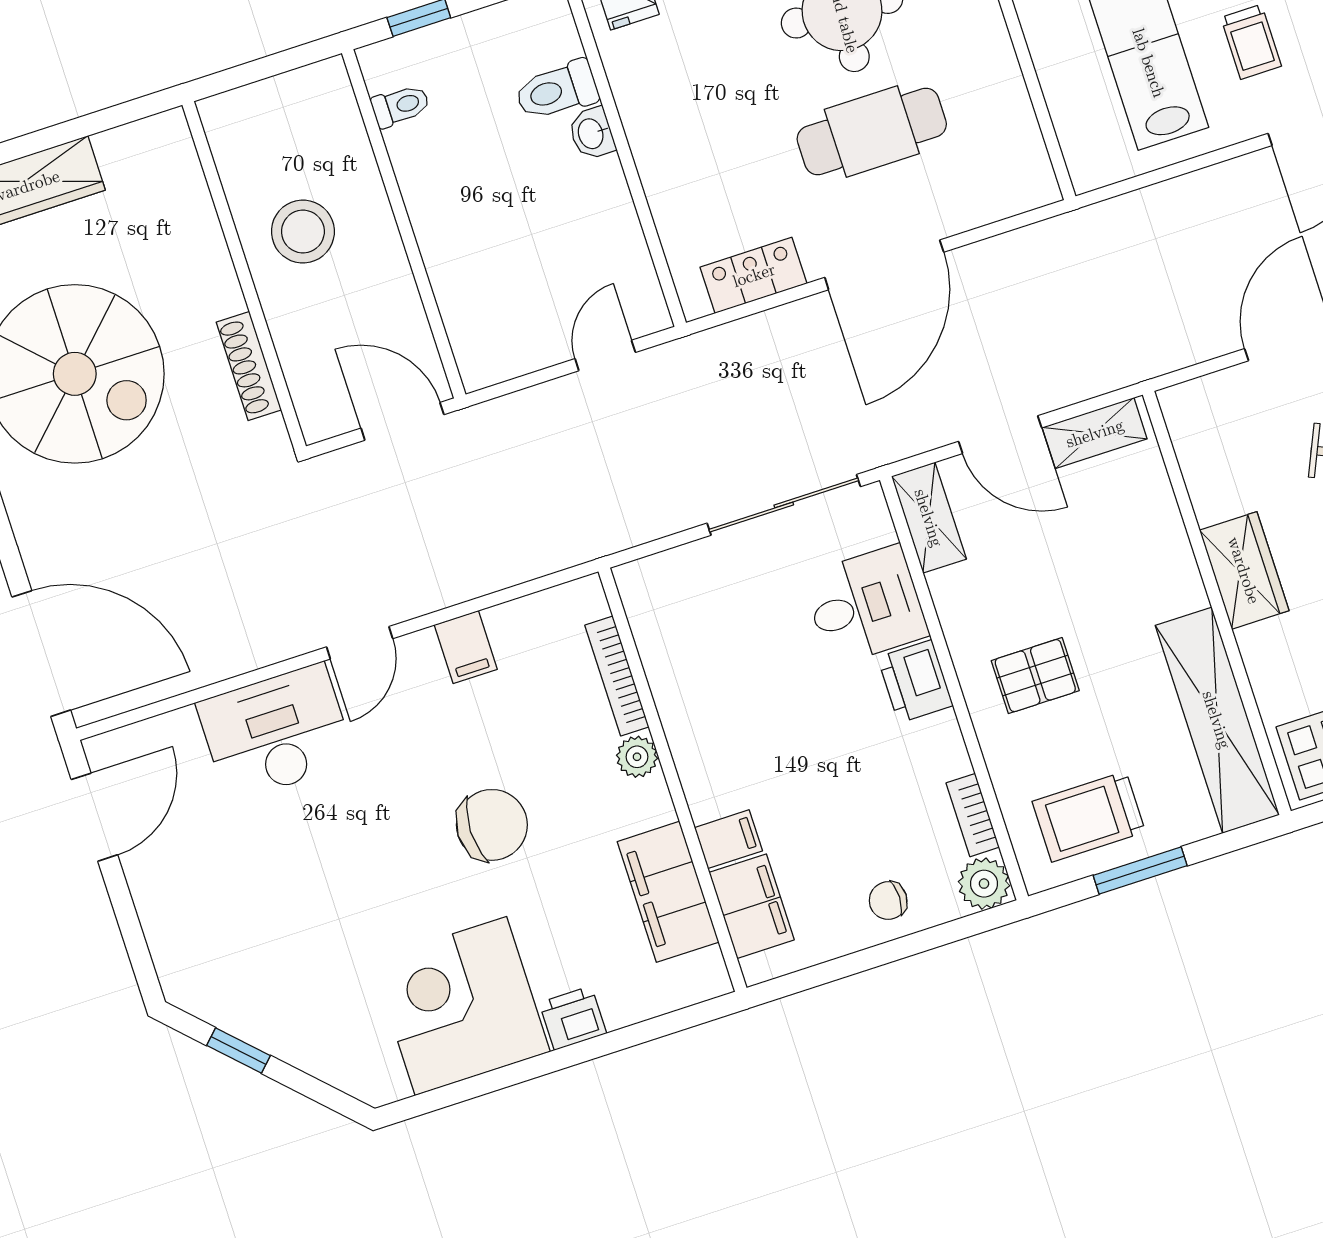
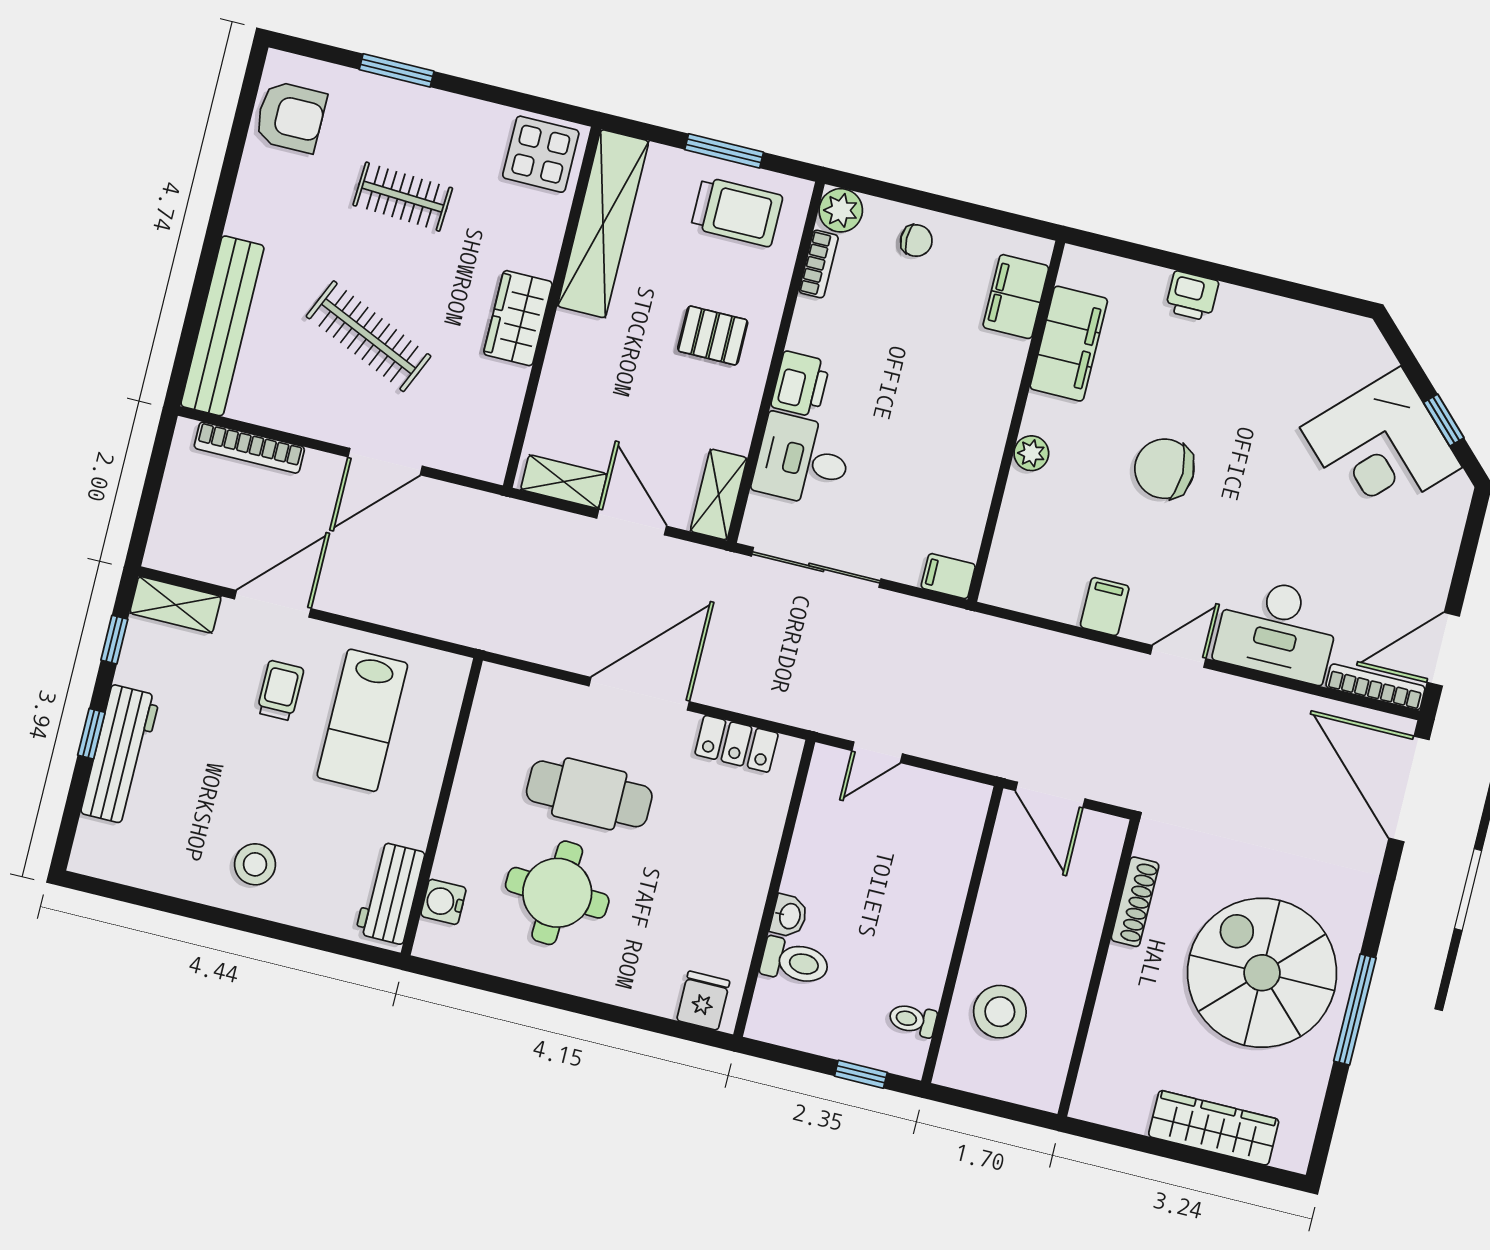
stool: (303, 232) -> (1000, 1012), moved
bookcase: (617, 676) -> (1375, 687), moved, turned -90
filing cabinet: (728, 839) -> (948, 576), moved
corner desk: (461, 1006) -> (1381, 447), moved, turned 45

